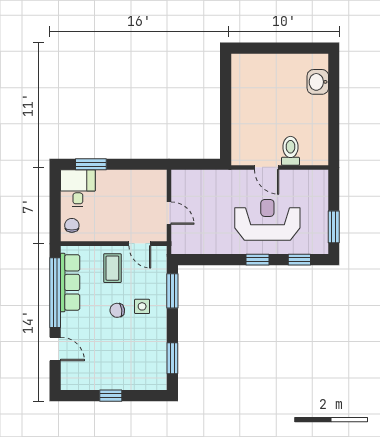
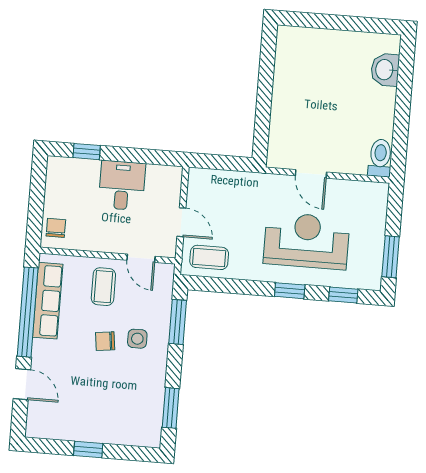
toilet: (290, 151) -> (380, 158), moved
window: (91, 164) -> (87, 152), width x0.67
desk: (78, 188) -> (122, 185), moved
coffee table: (193, 239) -> (209, 257), added

